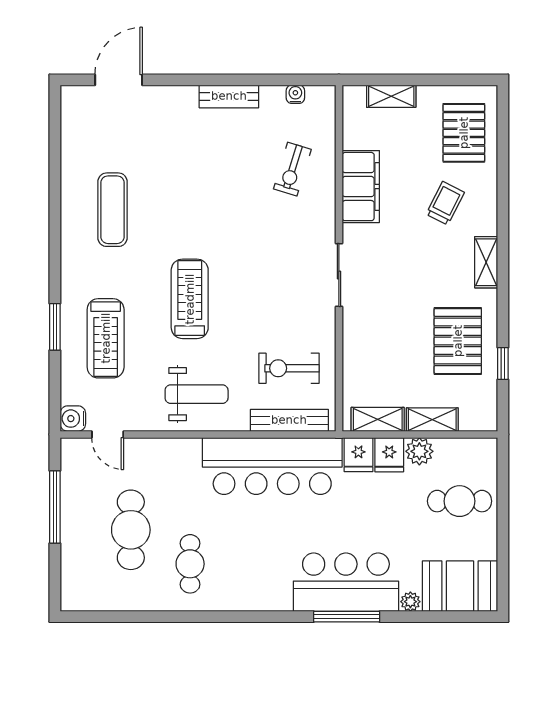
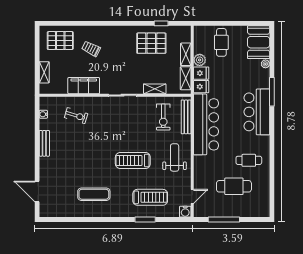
shelving: (486, 262) -> (155, 89), moved
bar counter: (346, 582) -> (257, 112), moved

